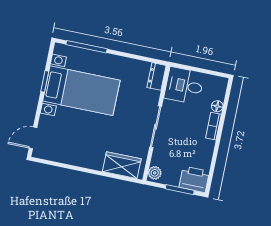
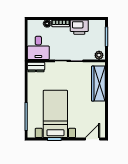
door: (33, 138) -> (93, 139), swing flipped
wardrobe: (122, 165) -> (98, 84), width x1.50
printer: (194, 179) -> (79, 27), moved, turned -90

